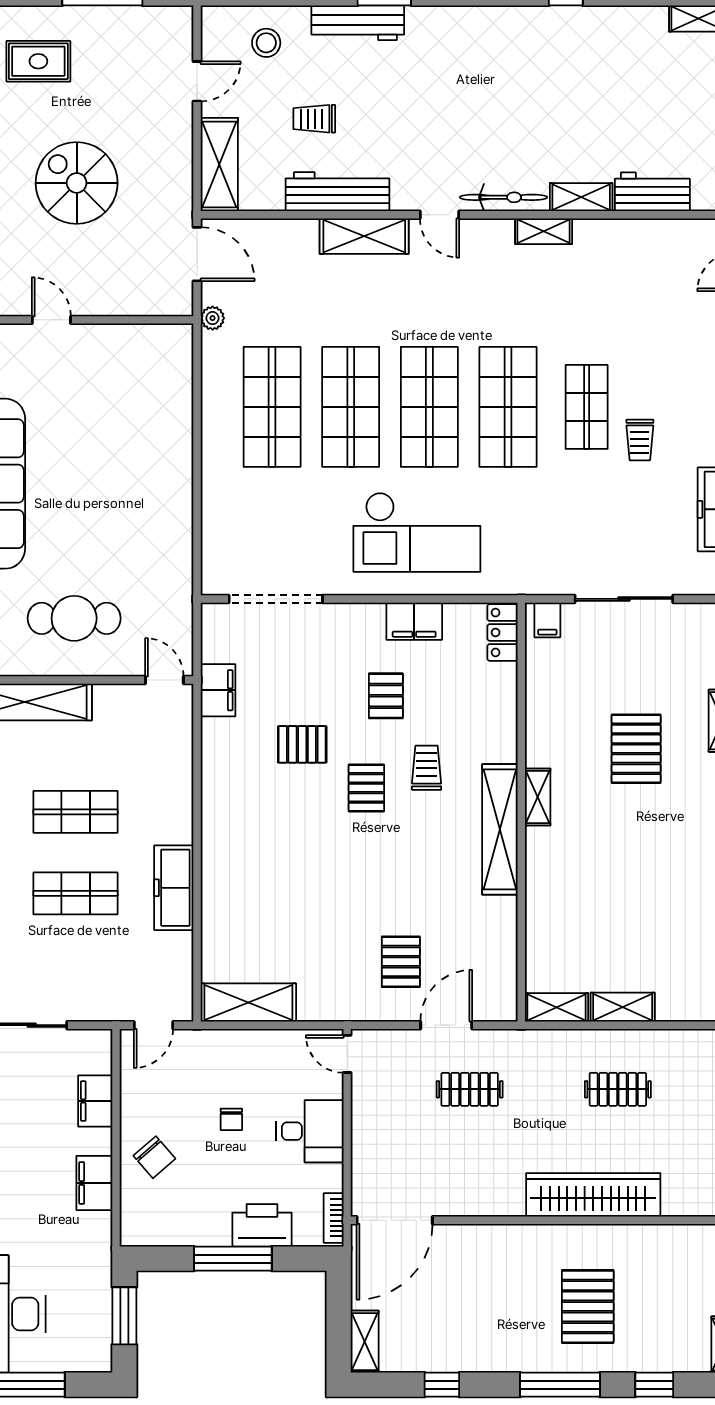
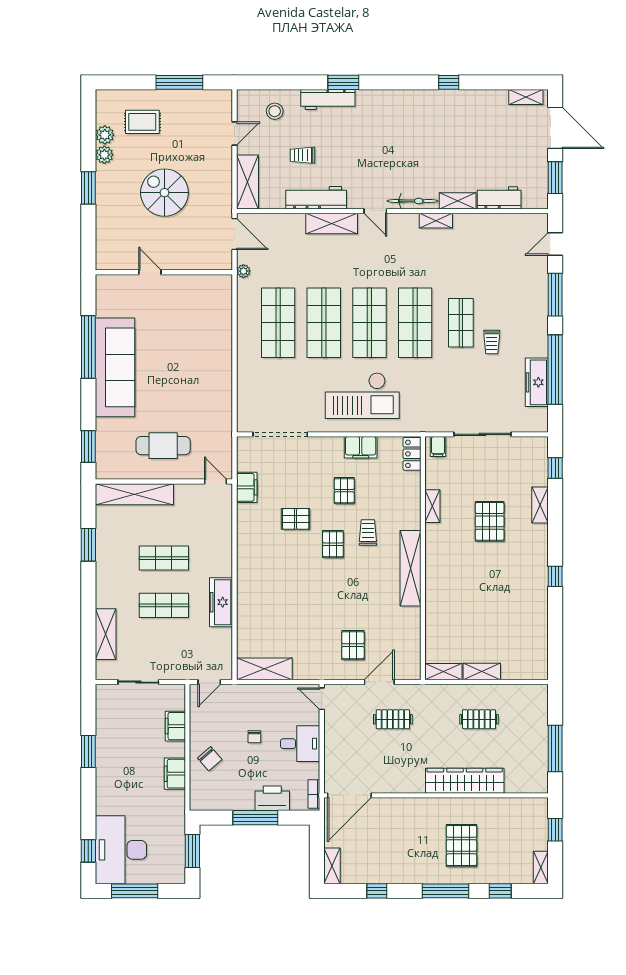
shelving: (538, 797) -> (432, 506), moved

